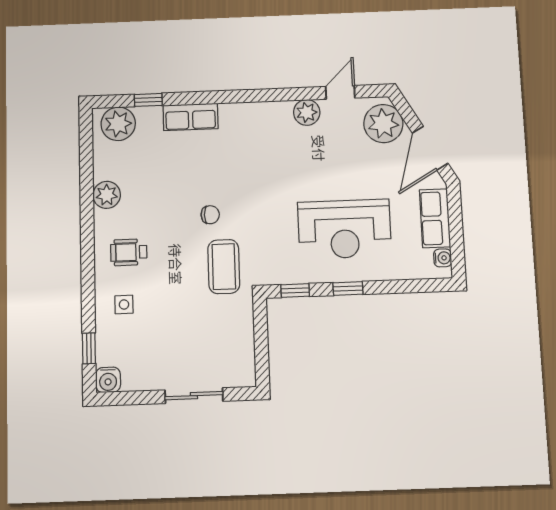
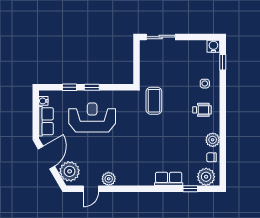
chair: (210, 215) -> (211, 157), moved
window: (295, 290) -> (70, 87), moved
sliding door: (194, 396) -> (161, 37), moved

